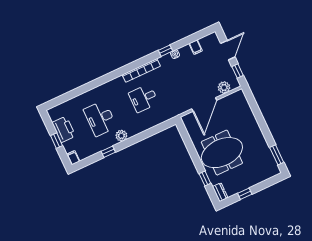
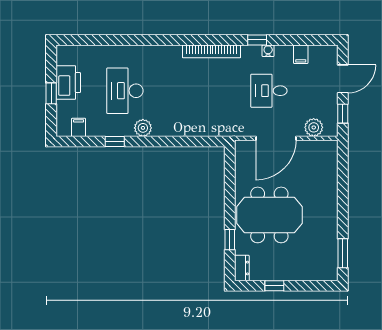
desk: (143, 98) -> (269, 91), moved
filing cabinet: (73, 158) -> (79, 127), moved

